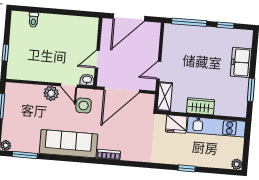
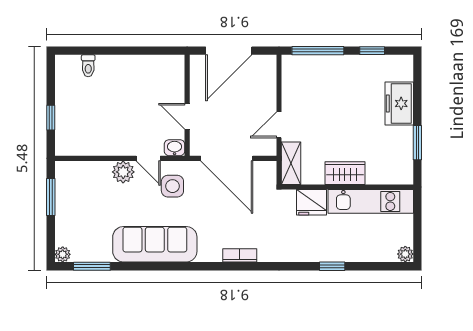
door: (97, 59) -> (187, 116), hinge flipped
door: (122, 90) -> (227, 158), hinge flipped
bookcase: (109, 155) -> (240, 255), moved

